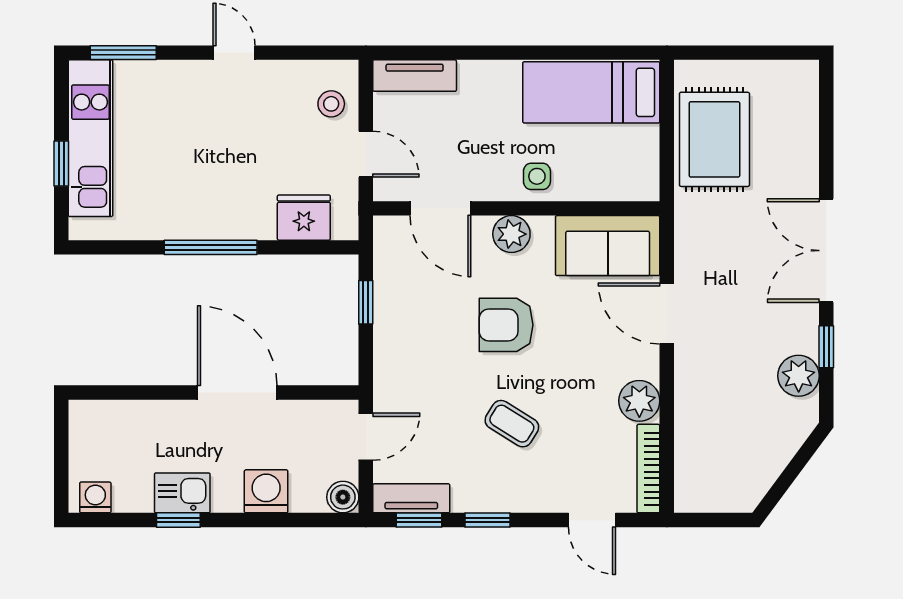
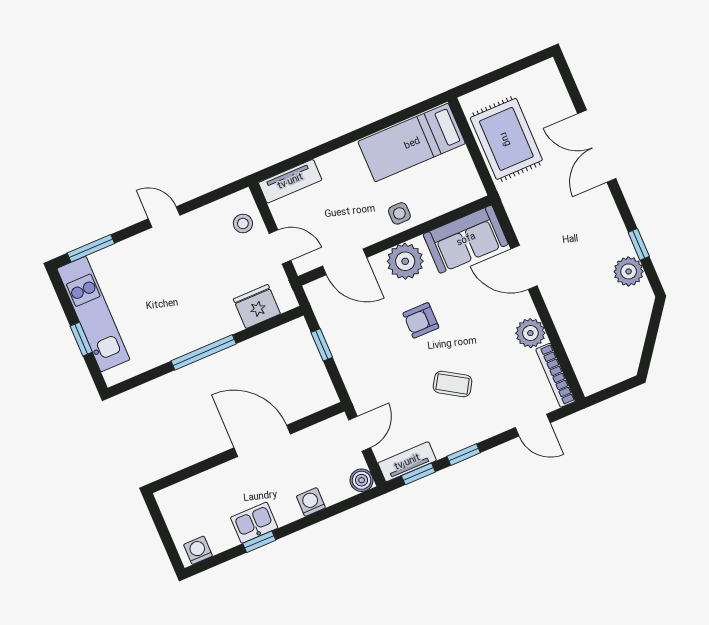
plant: (511, 234) -> (405, 261), width x1.36, depth x1.36
double door: (826, 251) -> (597, 146), moved
armchair: (506, 325) -> (421, 320), width x0.72, depth x0.72
washing machine: (266, 491) -> (311, 502), width x0.73, depth x0.73

